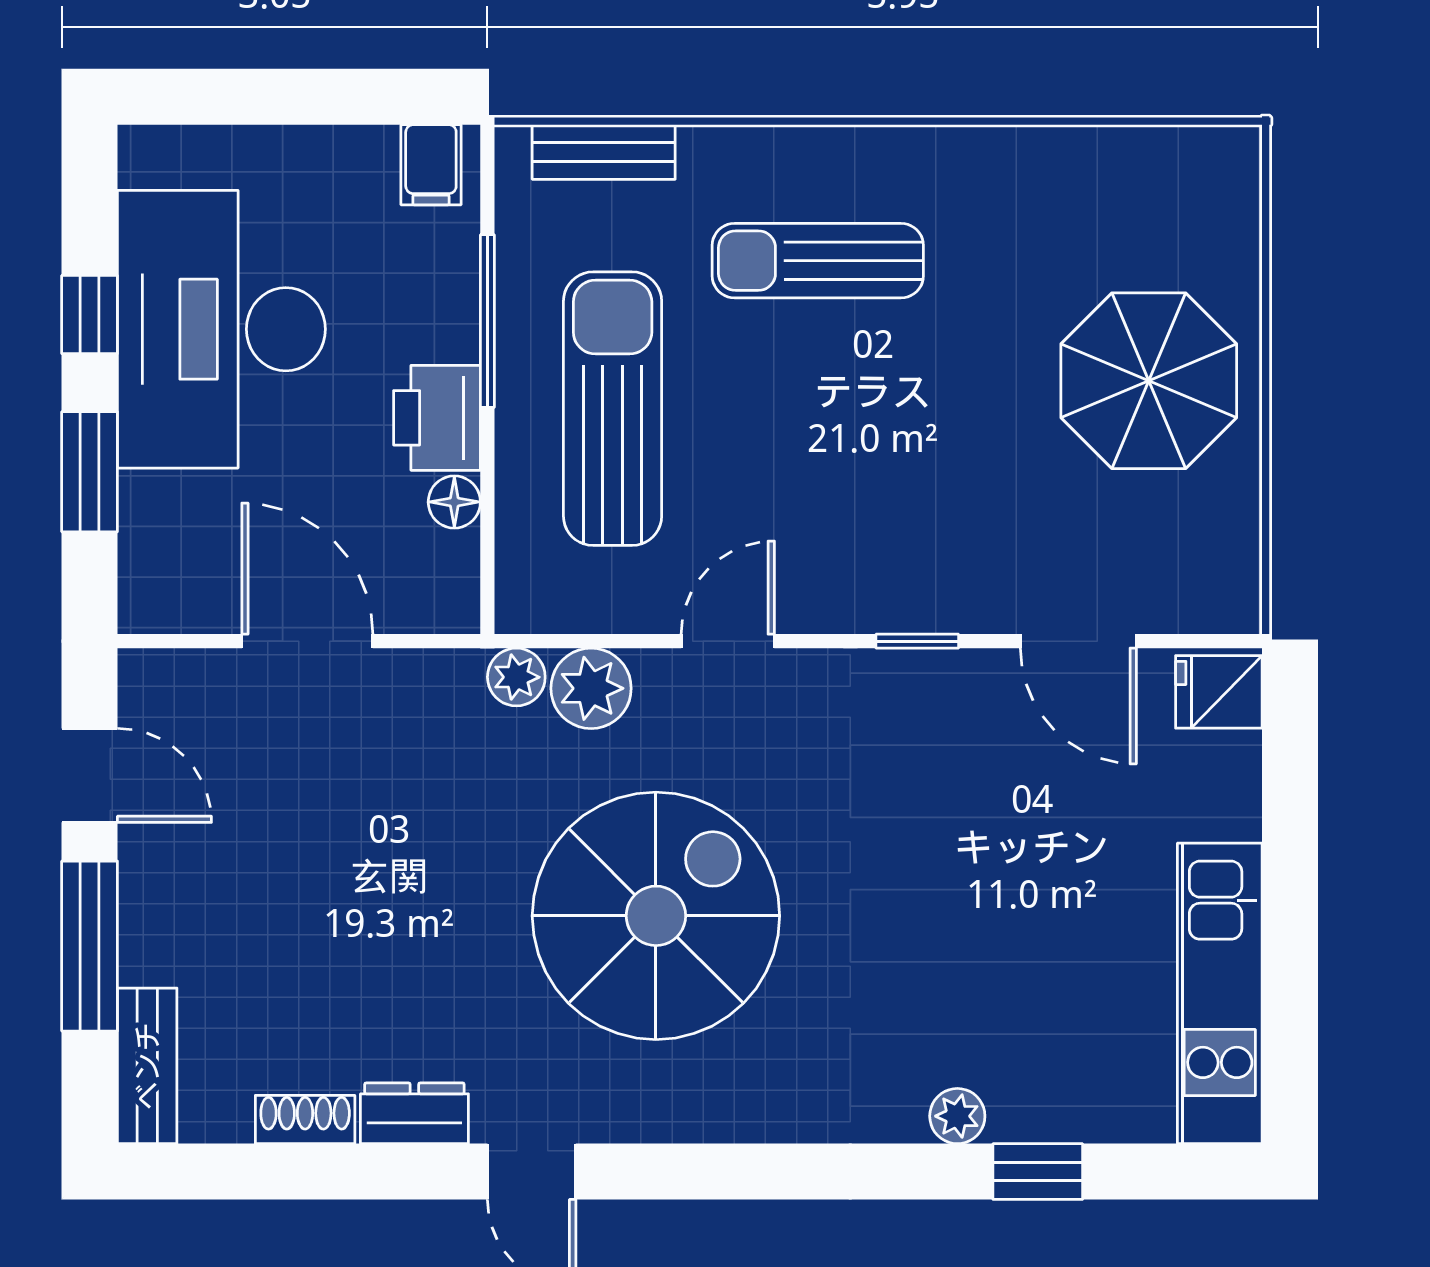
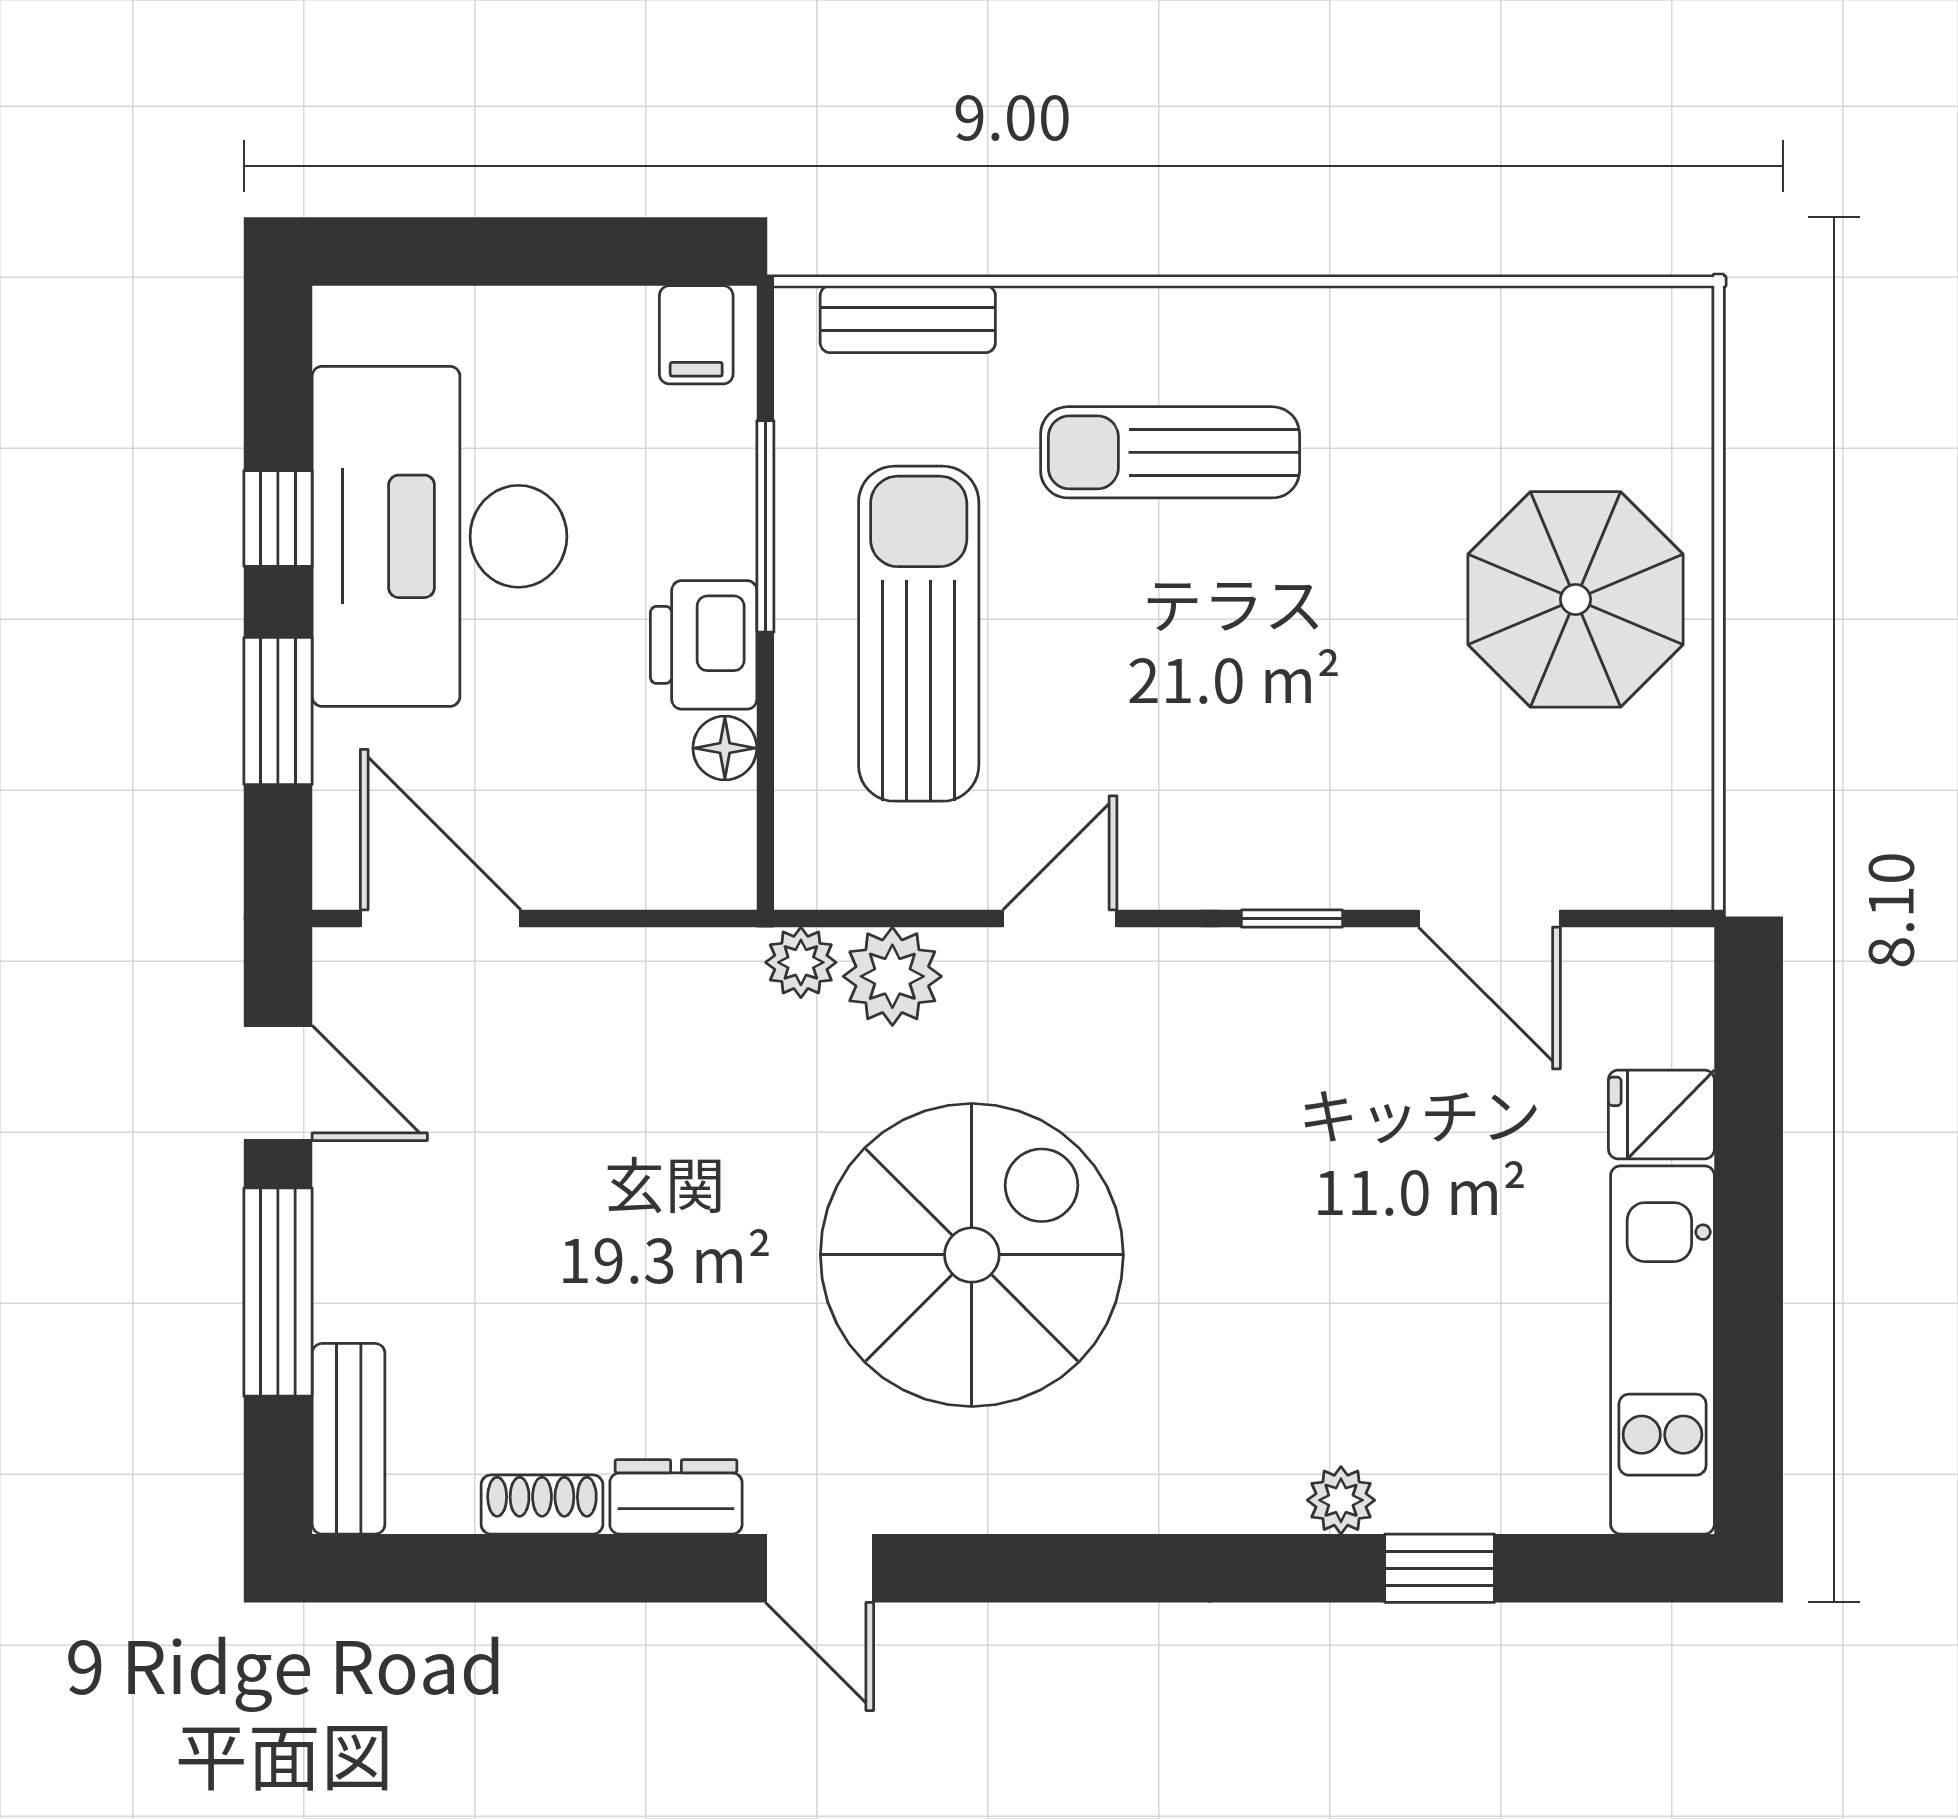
door: (307, 641) -> (441, 918), moved
fridge: (1219, 692) -> (1661, 1115), moved

